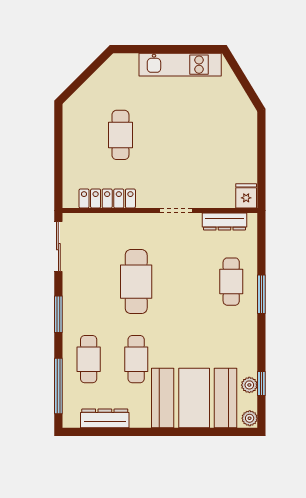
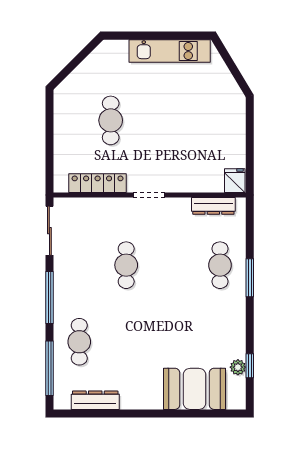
doorway: (176, 210) -> (149, 195), moved
cafe table: (136, 282) -> (126, 265), width x0.73, depth x0.74
window: (58, 314) -> (49, 297), width x1.44
cafe table: (136, 359) -> (126, 342), removed
booth: (194, 398) -> (194, 389), width x0.73, depth x0.70
plant: (250, 418) -> (238, 400), removed

